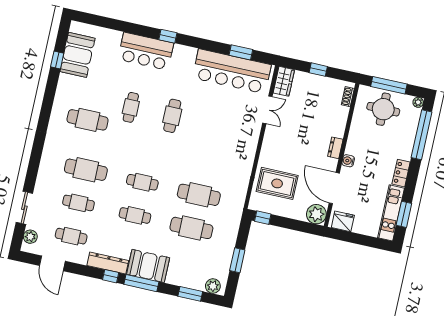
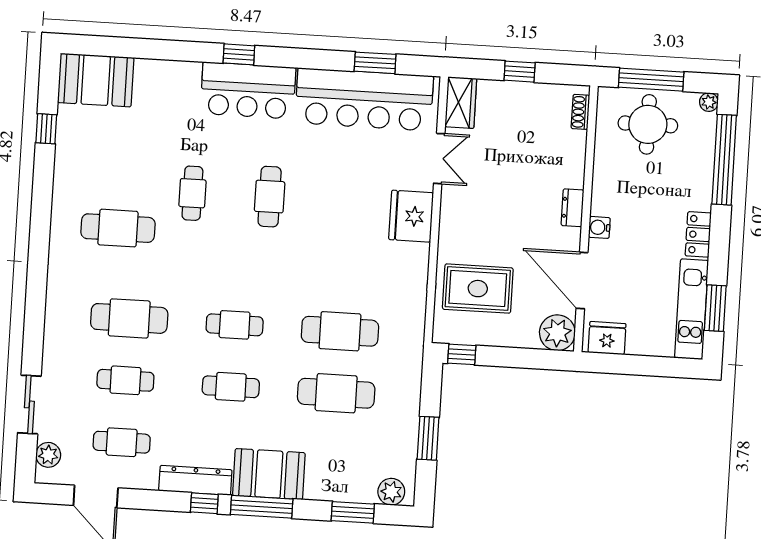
bar counter: (146, 51) -> (248, 90), moved
booth: (78, 55) -> (96, 80), moved, turned 90
fridge: (247, 139) -> (411, 216), added

